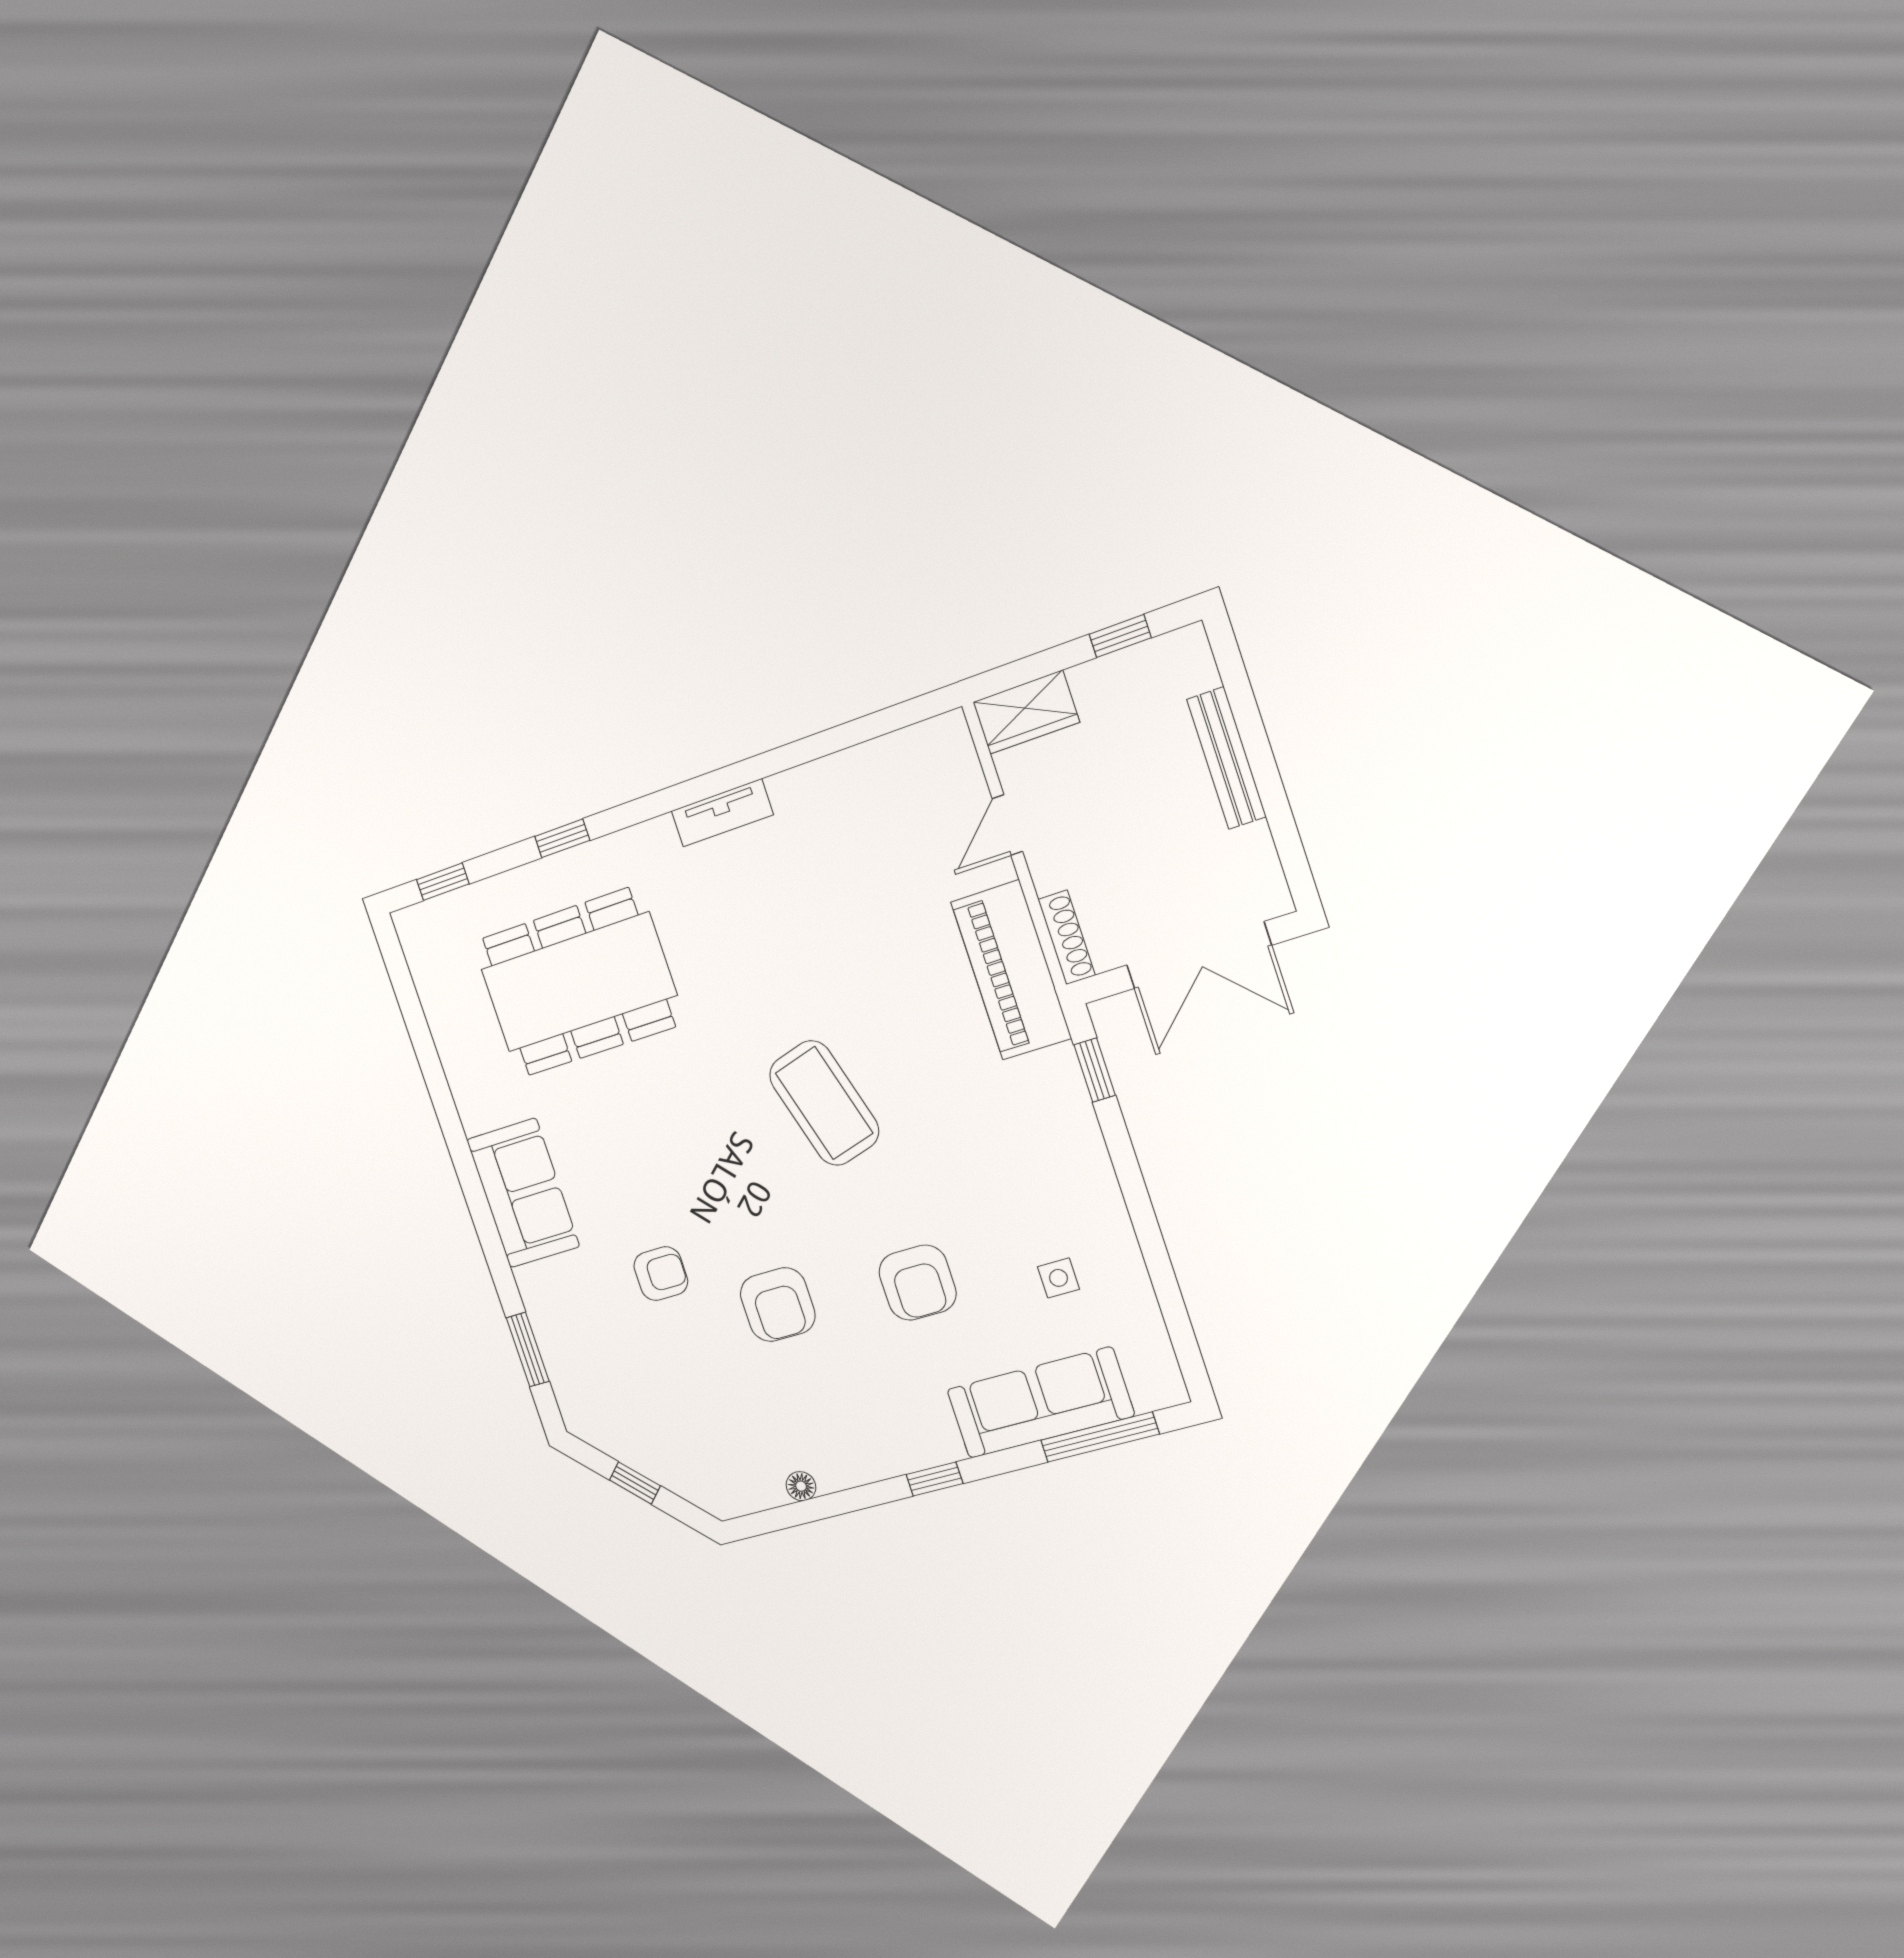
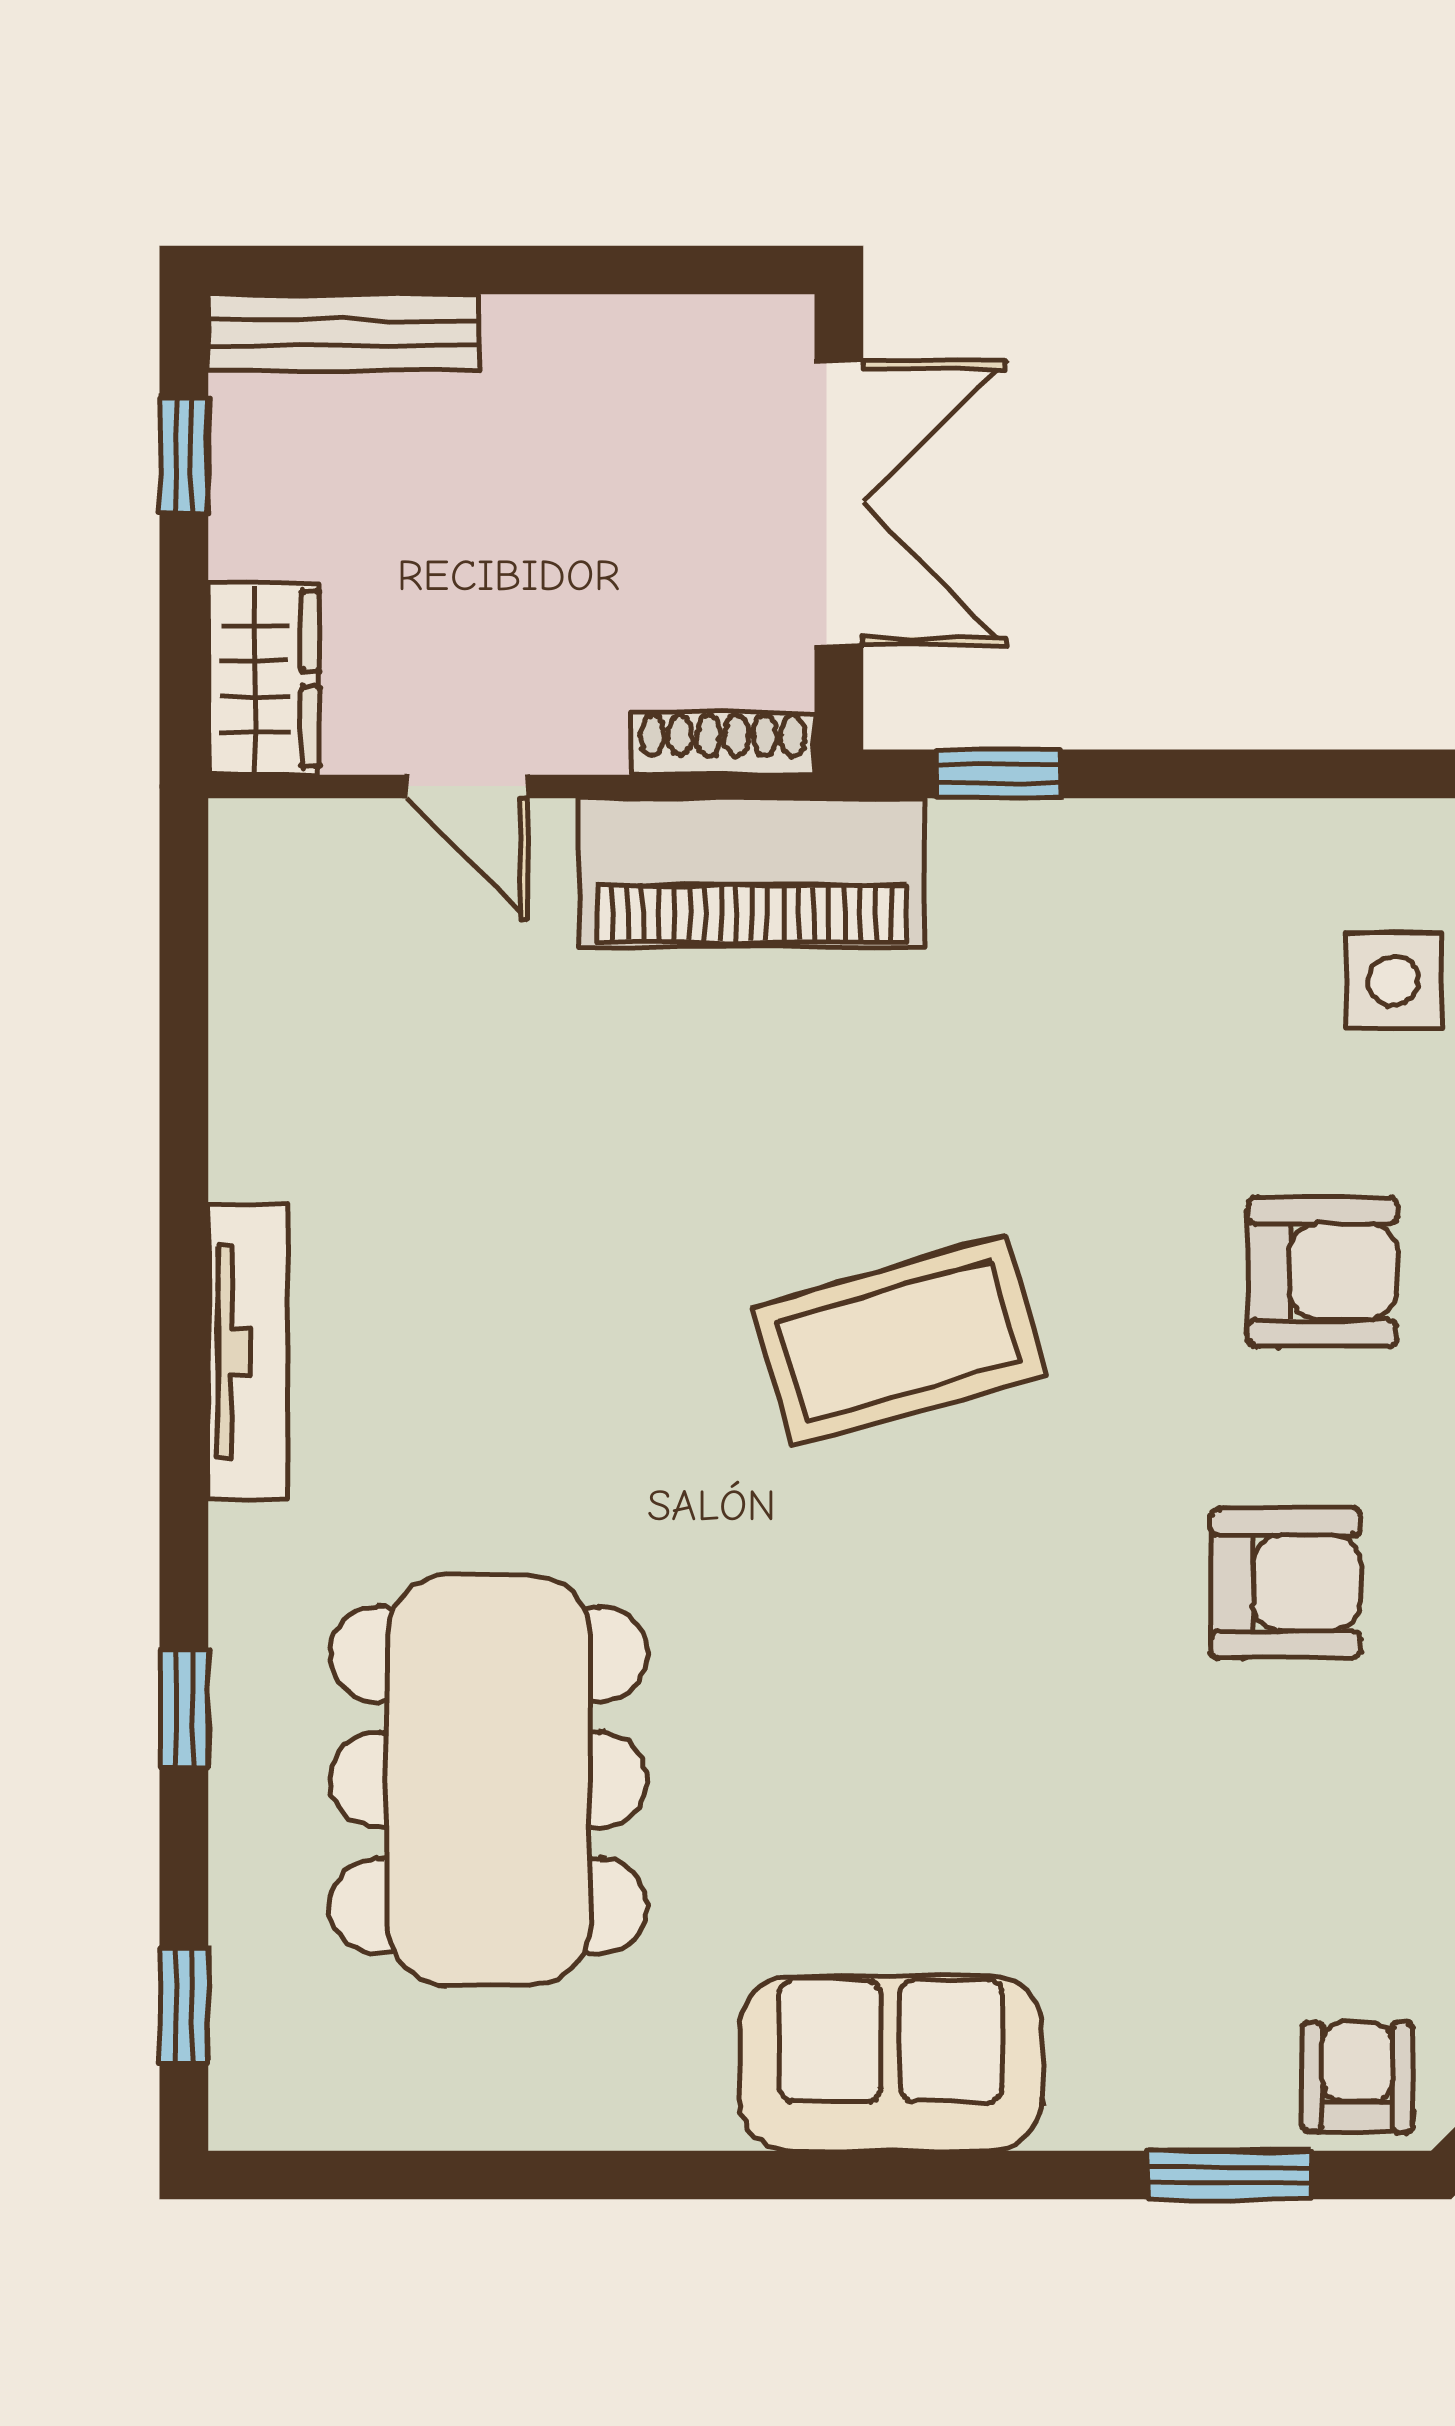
bench: (1226, 758) -> (344, 332), moved
tv unit: (722, 813) -> (248, 1351), width x1.41
armchair: (661, 1274) -> (1357, 2077), moved
side table: (1058, 1278) -> (1393, 981), width x1.37, depth x1.37

